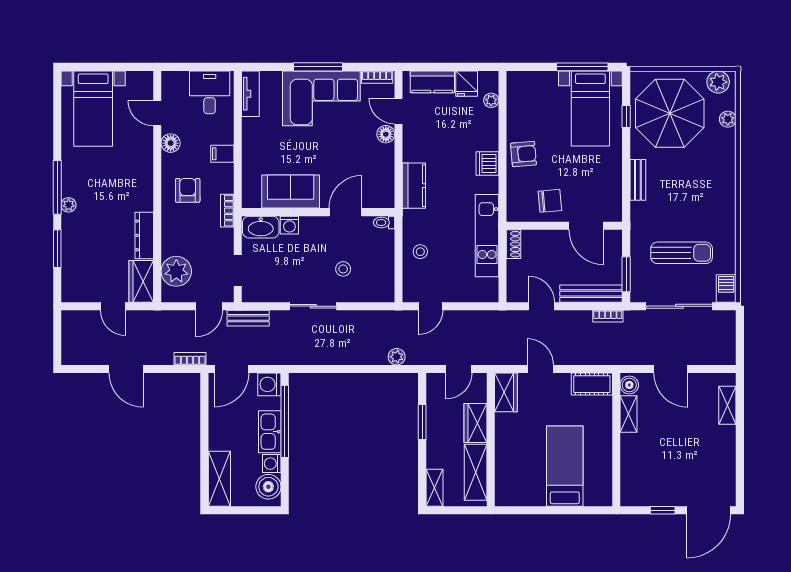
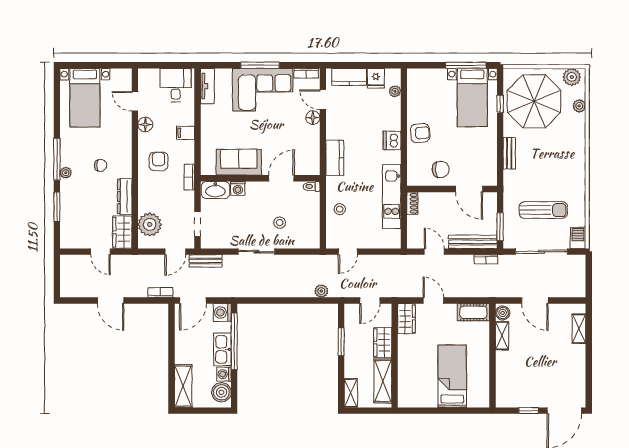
chair: (113, 196) -> (101, 165), added

